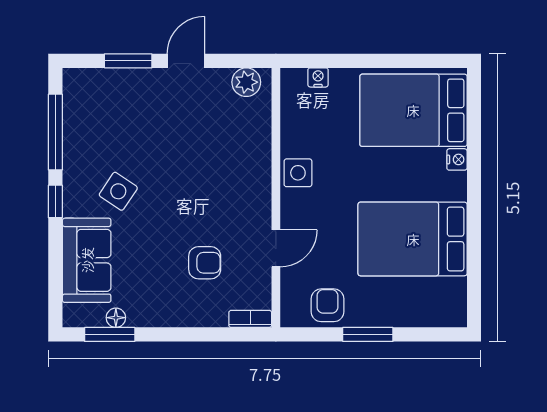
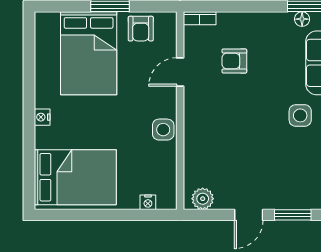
nightstand: (457, 159) -> (42, 117), moved
side table: (118, 191) -> (300, 115), turned -34
bed: (413, 239) -> (89, 53), moved, turned 90

